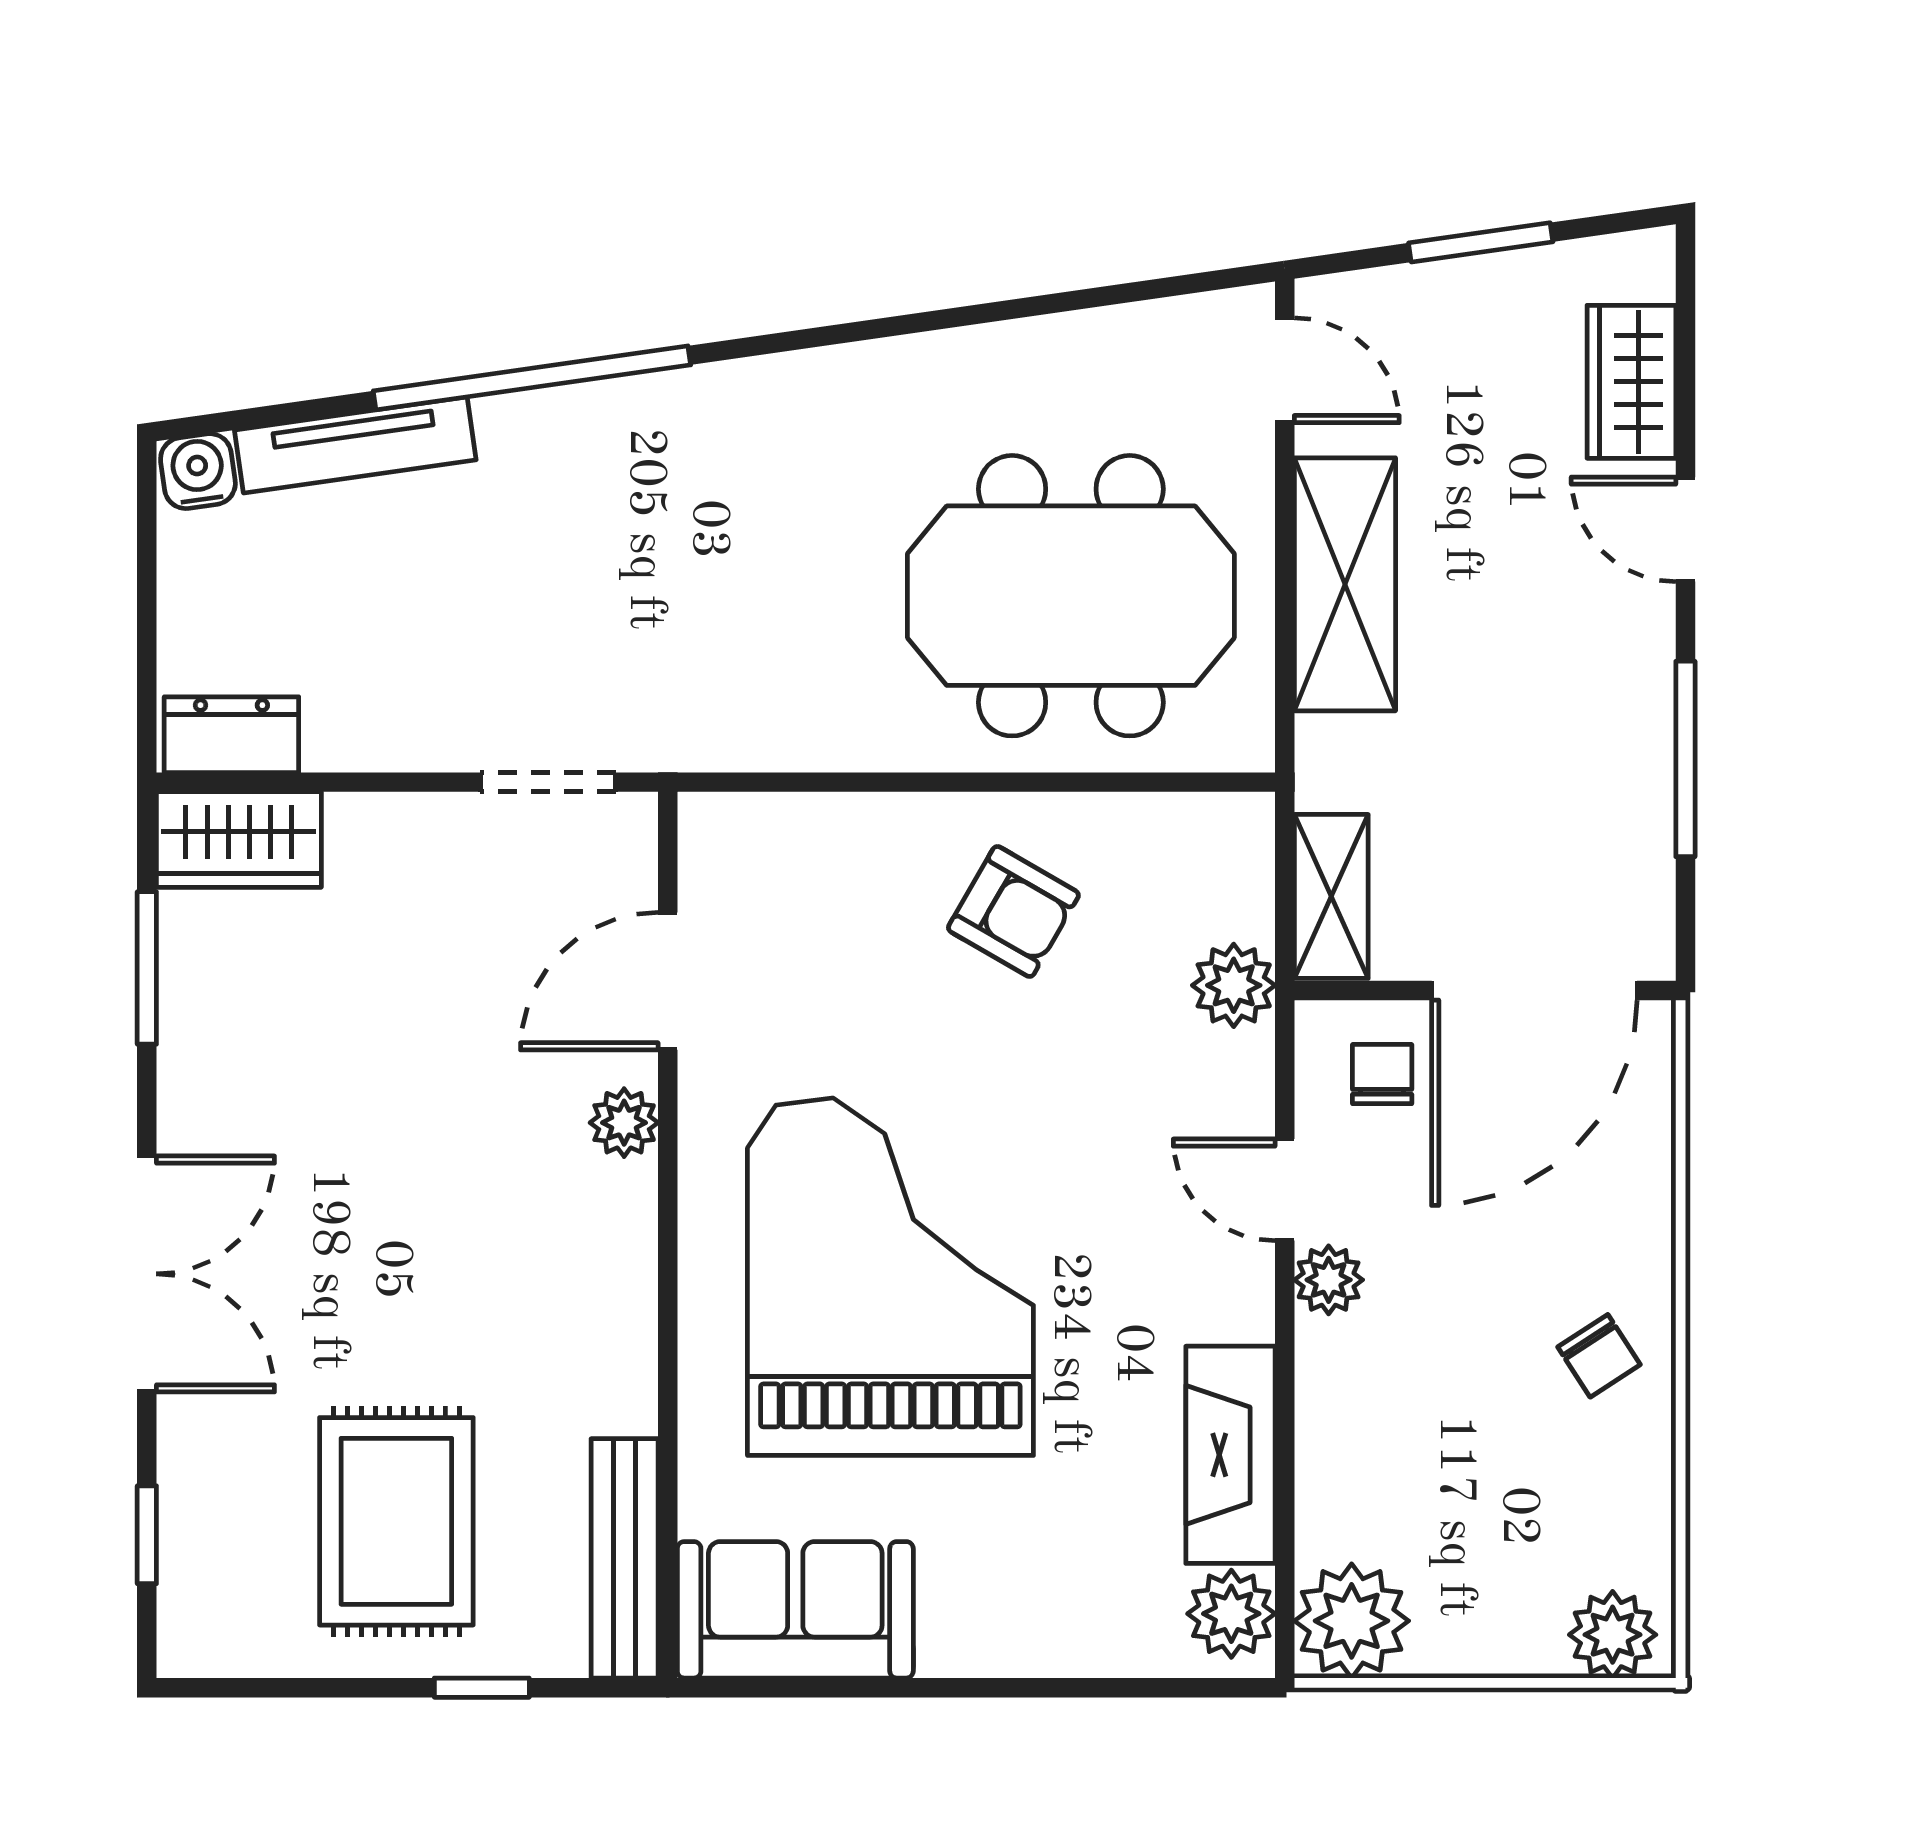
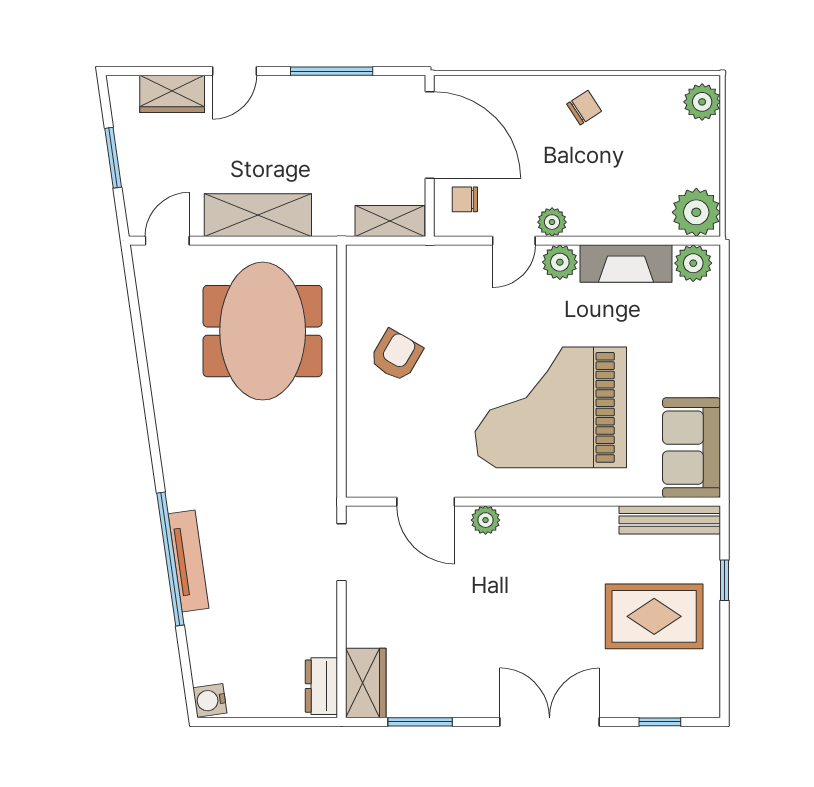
tv unit: (355, 445) -> (188, 561), moved
plant: (1234, 985) -> (560, 262), moved

